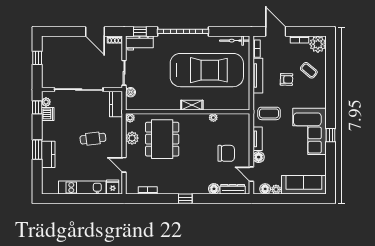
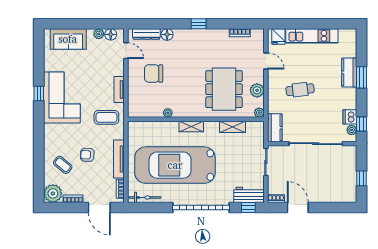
boiler: (131, 92) -> (259, 141), removed
shelving: (154, 105) -> (233, 127), added
floor lamp: (259, 157) -> (118, 69), removed
sofa: (304, 185) -> (68, 39), width x0.73

